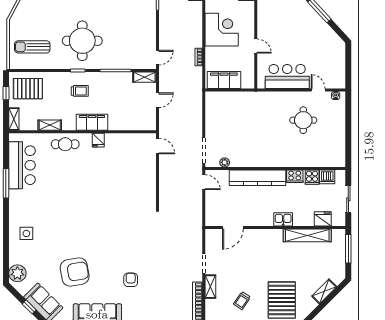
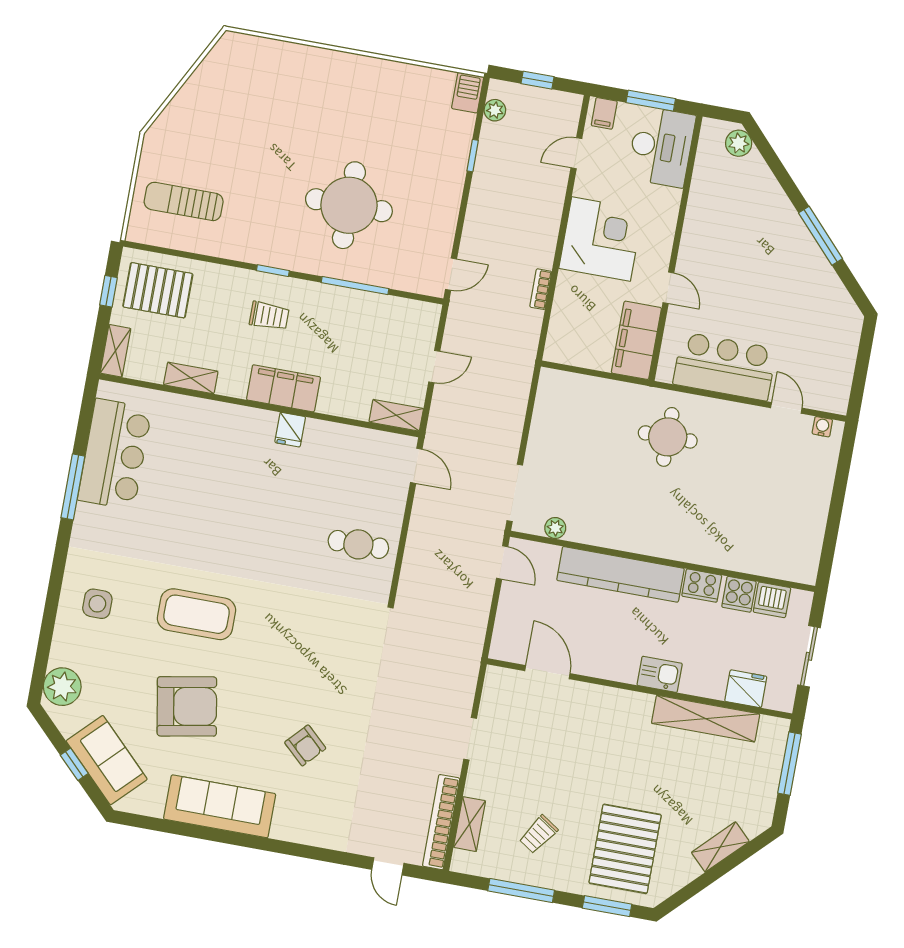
round table: (82, 41) -> (349, 205), moved
shelving: (144, 77) -> (396, 415), moved
filing cabinet: (224, 80) -> (636, 340), moved, turned -90
round table: (303, 120) -> (668, 437), moved
cafe table: (65, 144) -> (358, 544), moved
door: (233, 227) -> (547, 672), swing flipped
coffee table: (71, 230) -> (196, 614), added
armchair: (131, 280) -> (305, 745), turned 133
shelving: (210, 287) -> (470, 824), moved

